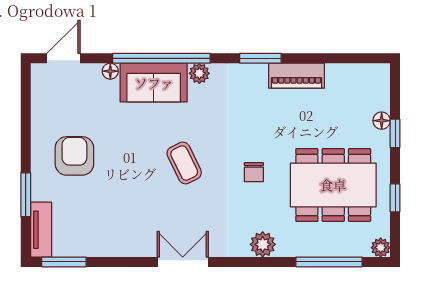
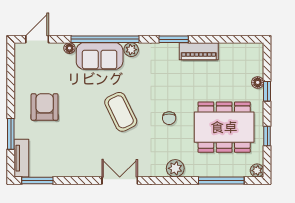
coffee table: (184, 163) -> (121, 112), width x1.36, depth x1.30

